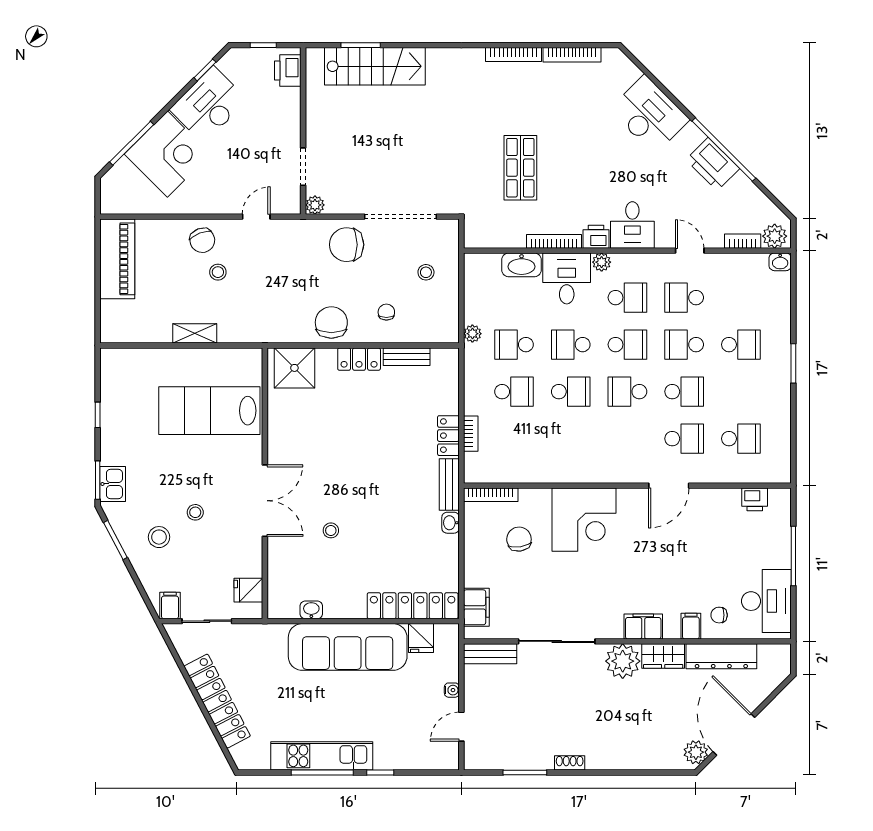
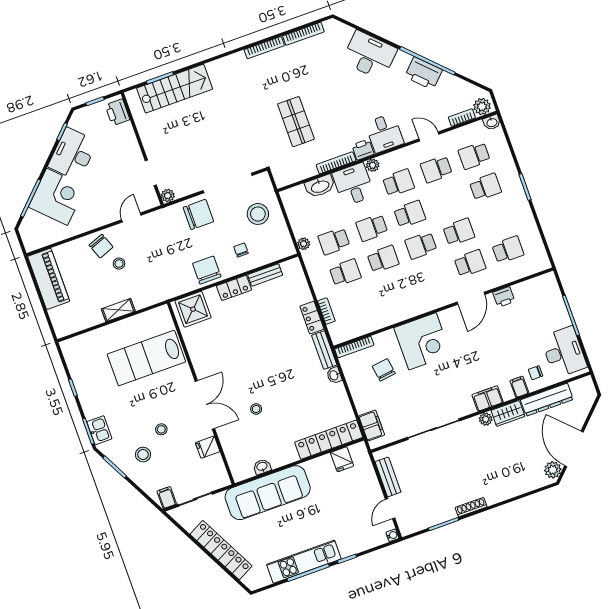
chair: (347, 245) -> (198, 214), turned 180
stool: (426, 272) -> (258, 214), width x1.89, depth x1.89
school desk: (684, 345) -> (474, 156), moved
printer: (755, 499) -> (504, 297), moved
fridge: (248, 590) -> (208, 447), moved
sofa: (348, 647) -> (268, 493), moved
bench: (490, 654) -> (388, 477), moved, turned 90
plant: (623, 661) -> (486, 419), width x0.53, depth x0.53
water cooler: (452, 690) -> (392, 535), moved
shoe rack: (570, 763) -> (471, 507), width x1.43

